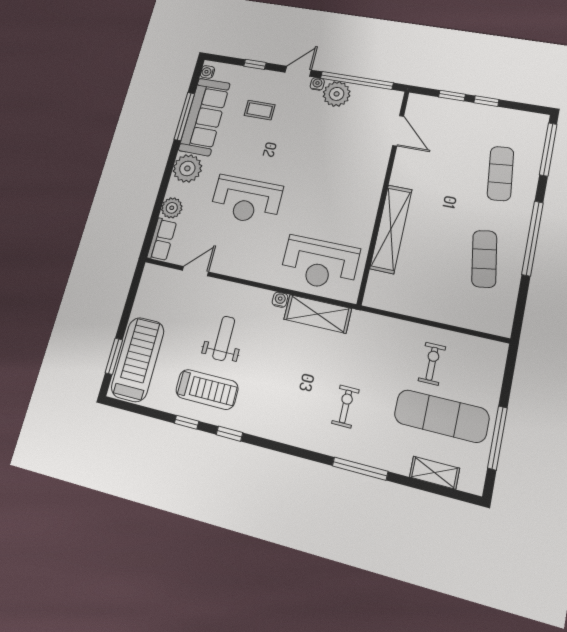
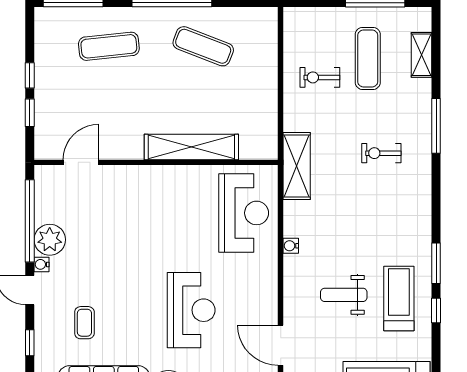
exercise mat: (484, 259) -> (203, 46), turned 30
door: (195, 271) -> (281, 345), width x1.38
shelving: (318, 314) -> (297, 166), moved
exercise mat: (441, 416) -> (368, 58), width x0.73, depth x0.69
window: (229, 434) -> (436, 263), width x1.50

